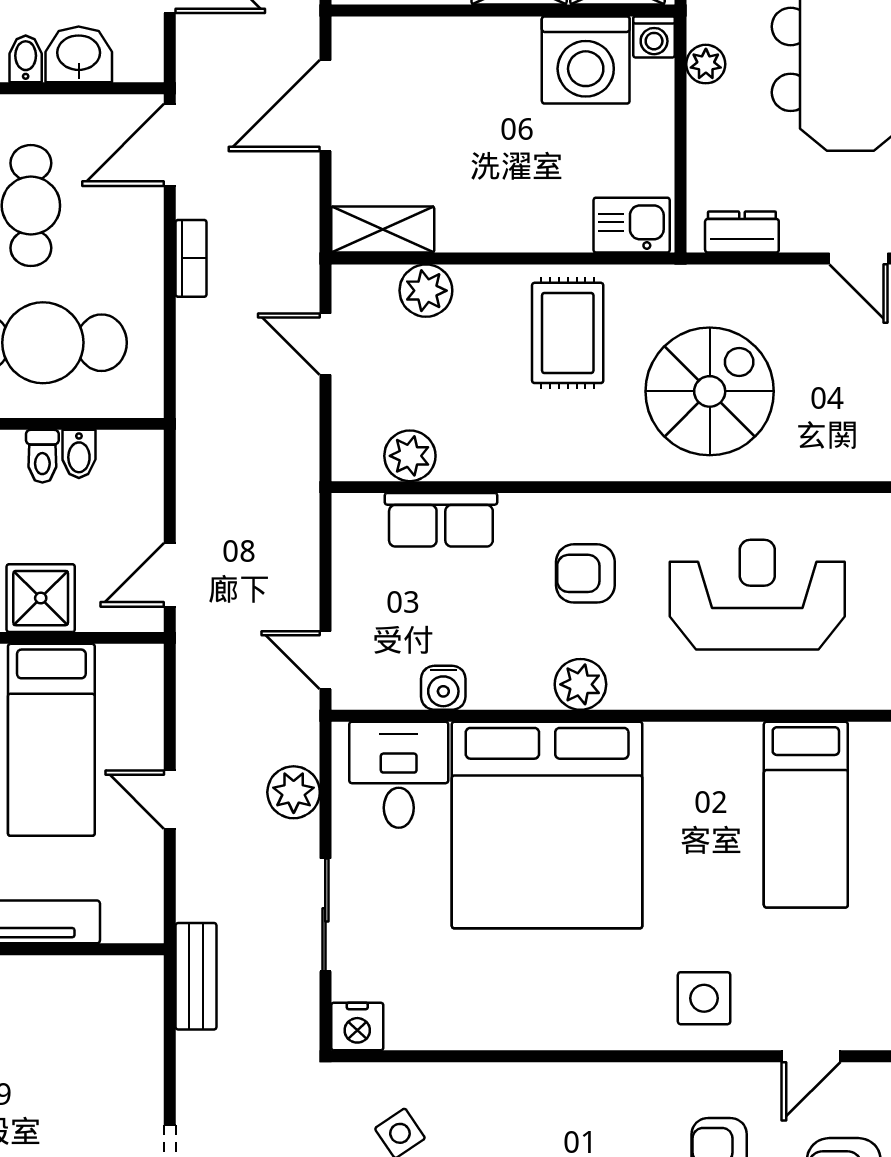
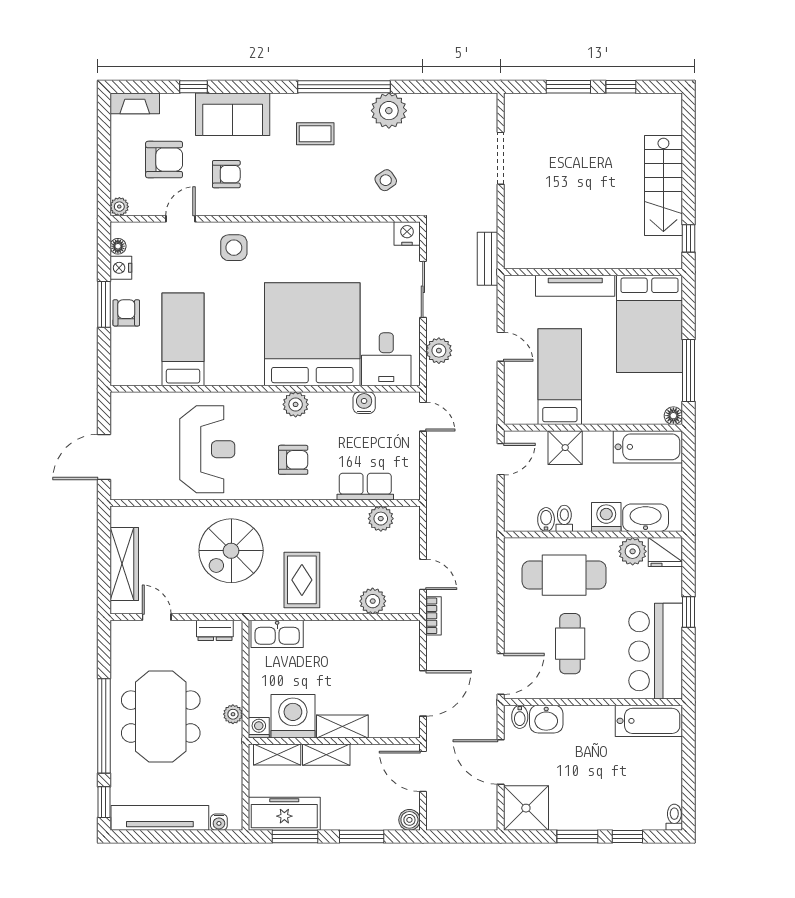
bidet: (26, 59) -> (520, 717), moved
kitchen sink: (632, 225) -> (277, 634), width x1.38
shelving: (383, 229) -> (342, 727), moved
bookcase: (191, 258) -> (434, 616), moved, turned 180
reception desk: (757, 595) -> (207, 449), turned -90

